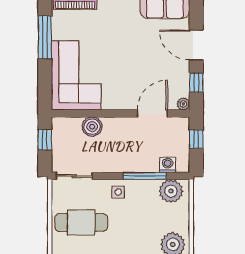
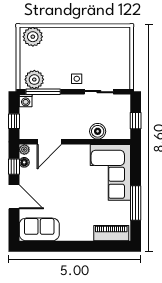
floor lamp: (183, 88) -> (24, 162), added
washing machine: (168, 165) -> (26, 101), moved
sliding door: (74, 176) -> (99, 92), moved
window: (145, 176) -> (43, 92), moved
cafe table: (81, 223) -> (106, 54), removed

